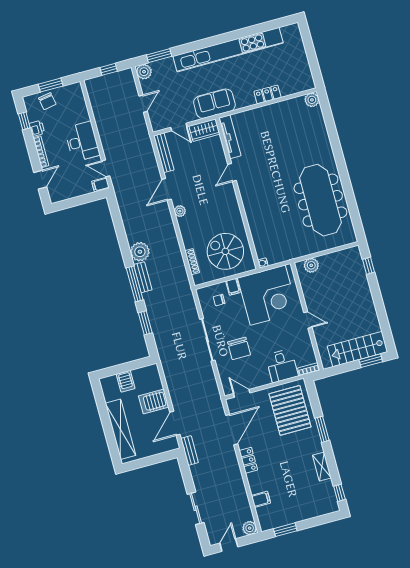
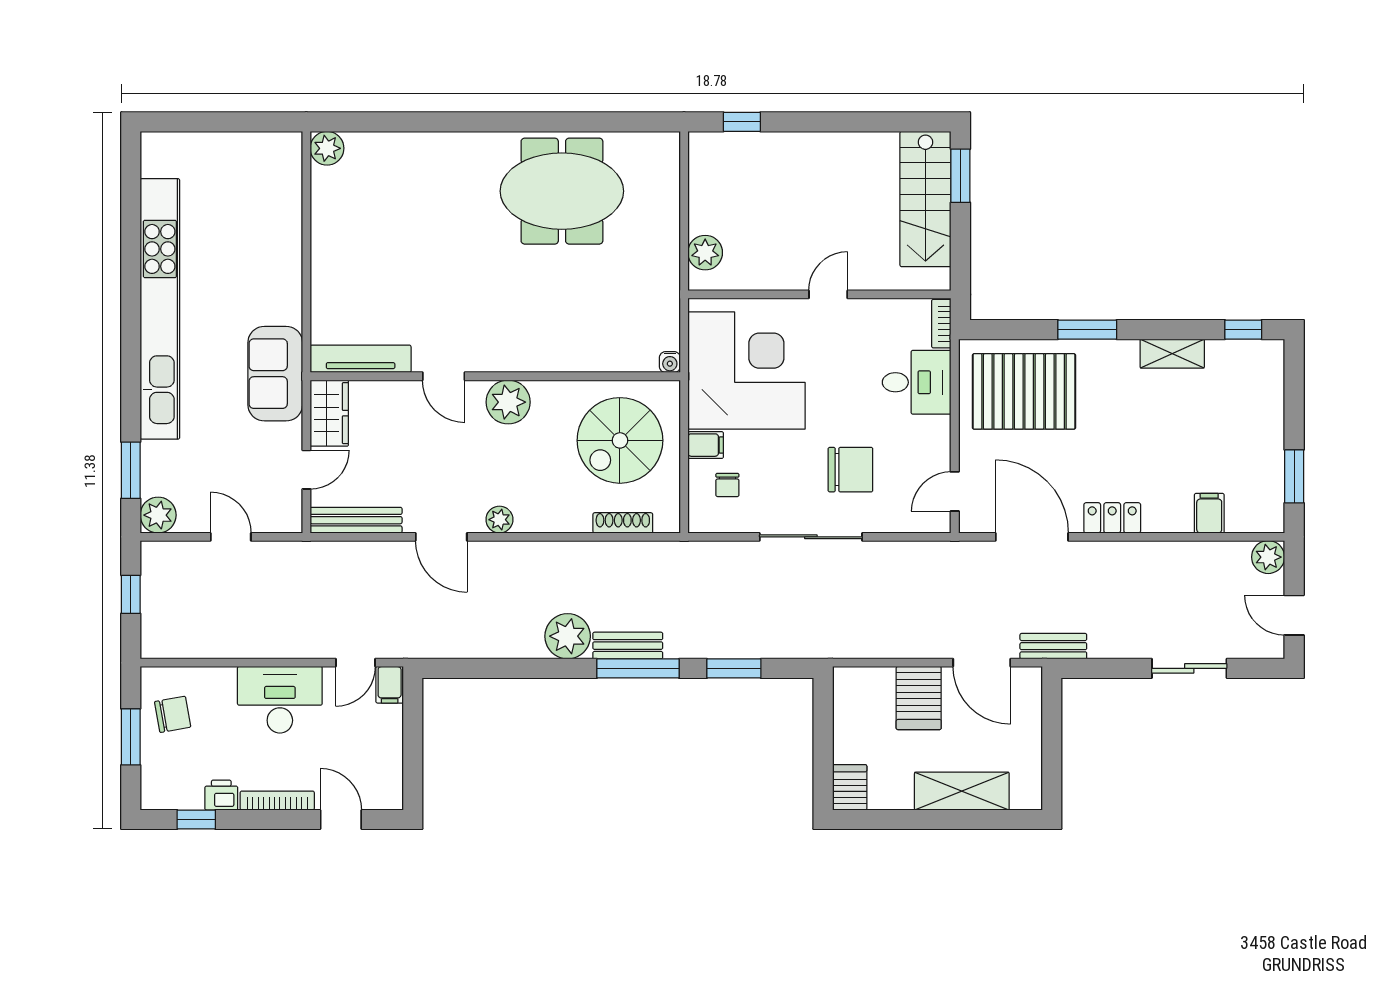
locker: (267, 94) -> (287, 247), removed
chair: (47, 101) -> (173, 714), moved
meeting table: (320, 200) -> (562, 191), width x0.73
plant: (229, 202) -> (508, 402), added
server rack: (126, 381) -> (850, 787), moved, turned -90
shelving: (120, 429) -> (962, 791), width x0.68

